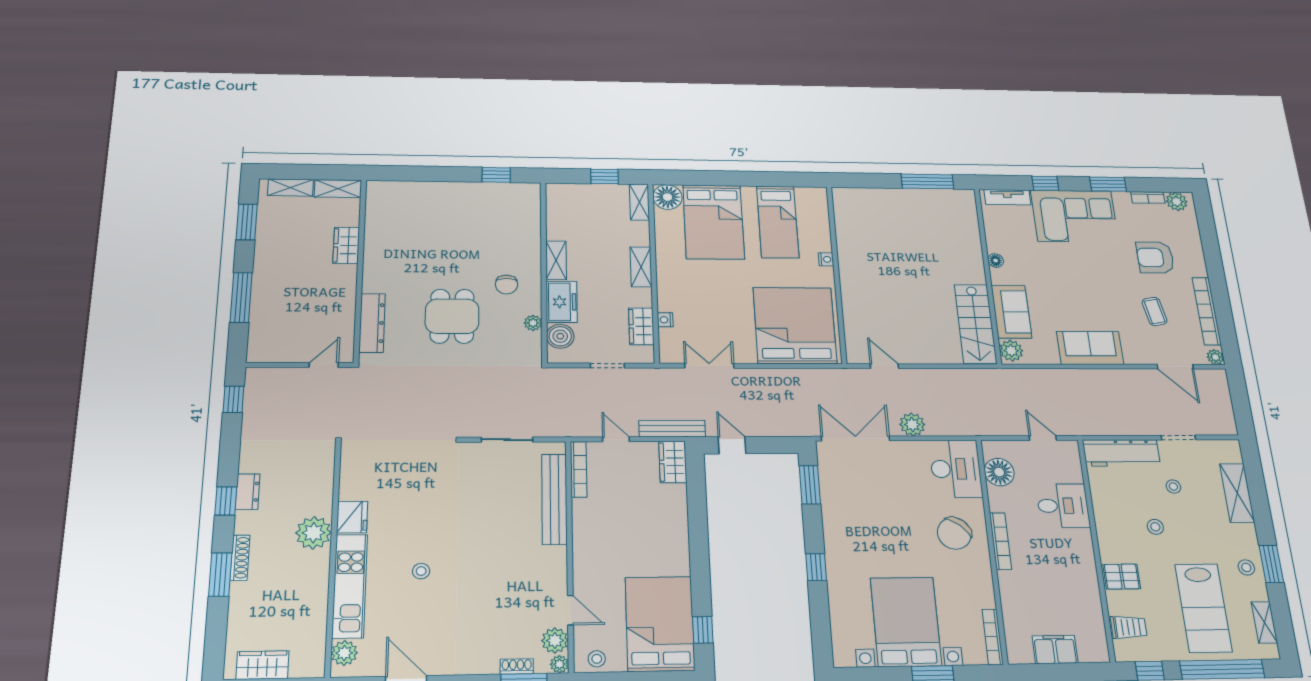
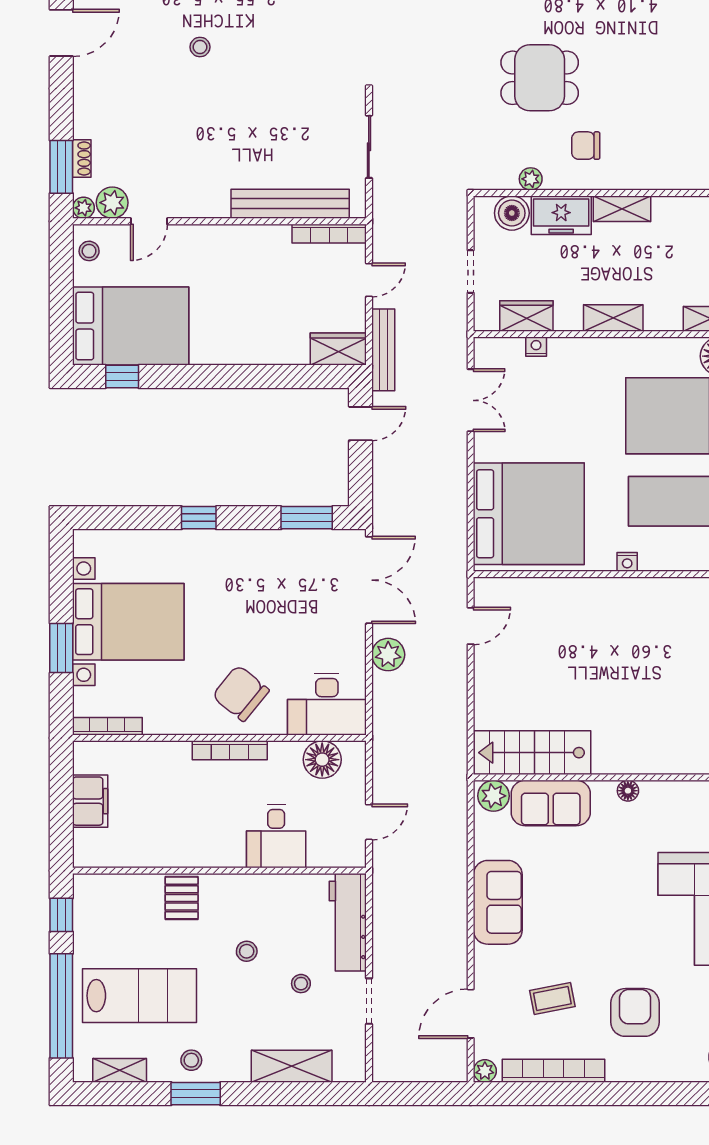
lab bench: (1203, 608) -> (140, 996), turned 180
trolley: (1129, 627) -> (116, 897), removed

